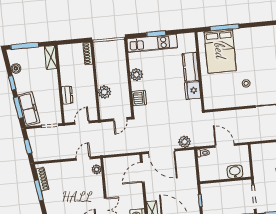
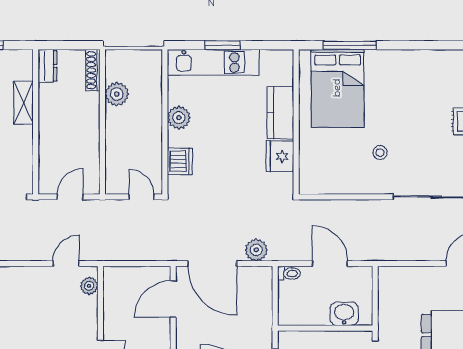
shelving: (51, 57) -> (23, 103), moved
plant: (104, 92) -> (117, 94), moved
dresser: (67, 95) -> (48, 66), moved
door: (120, 119) -> (141, 197), swing flipped

